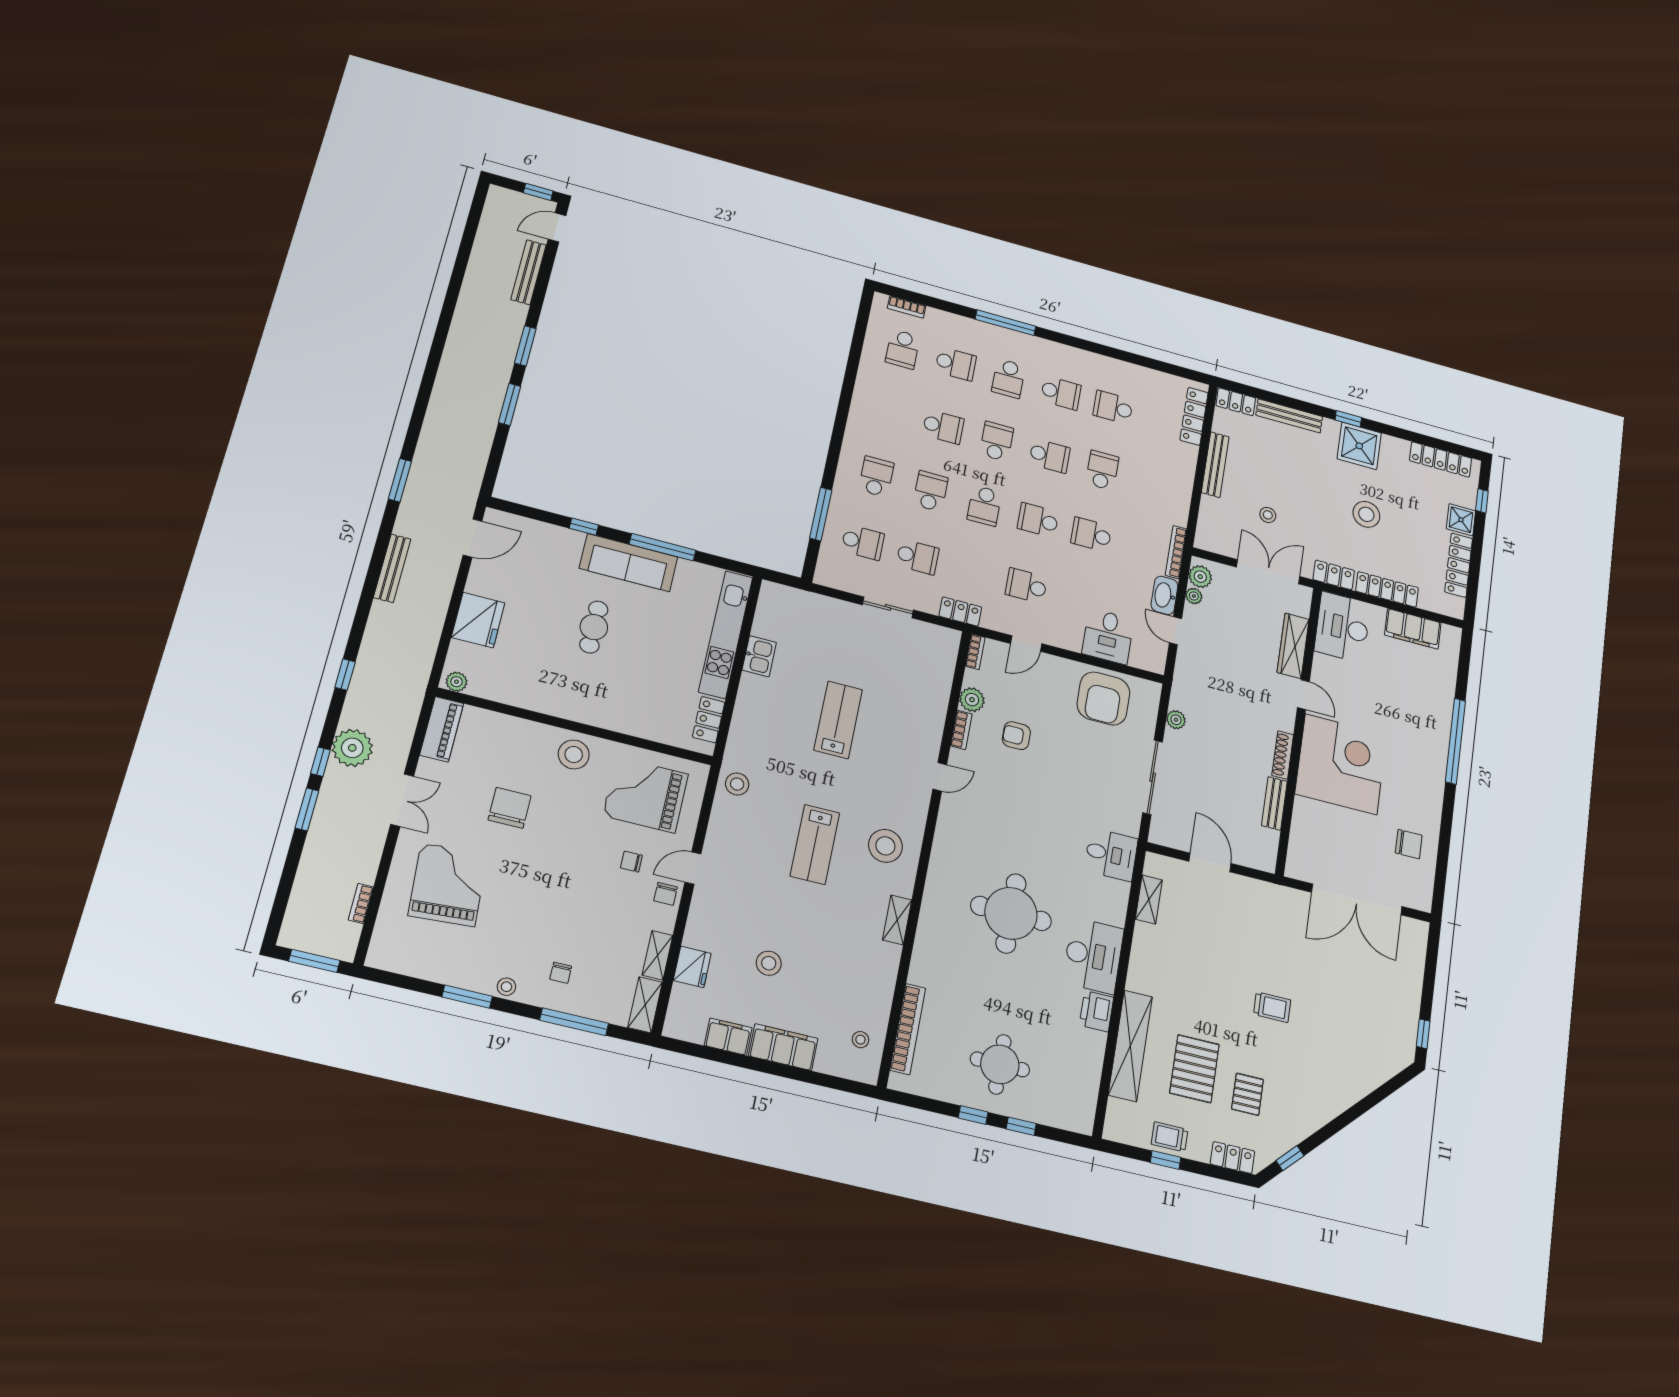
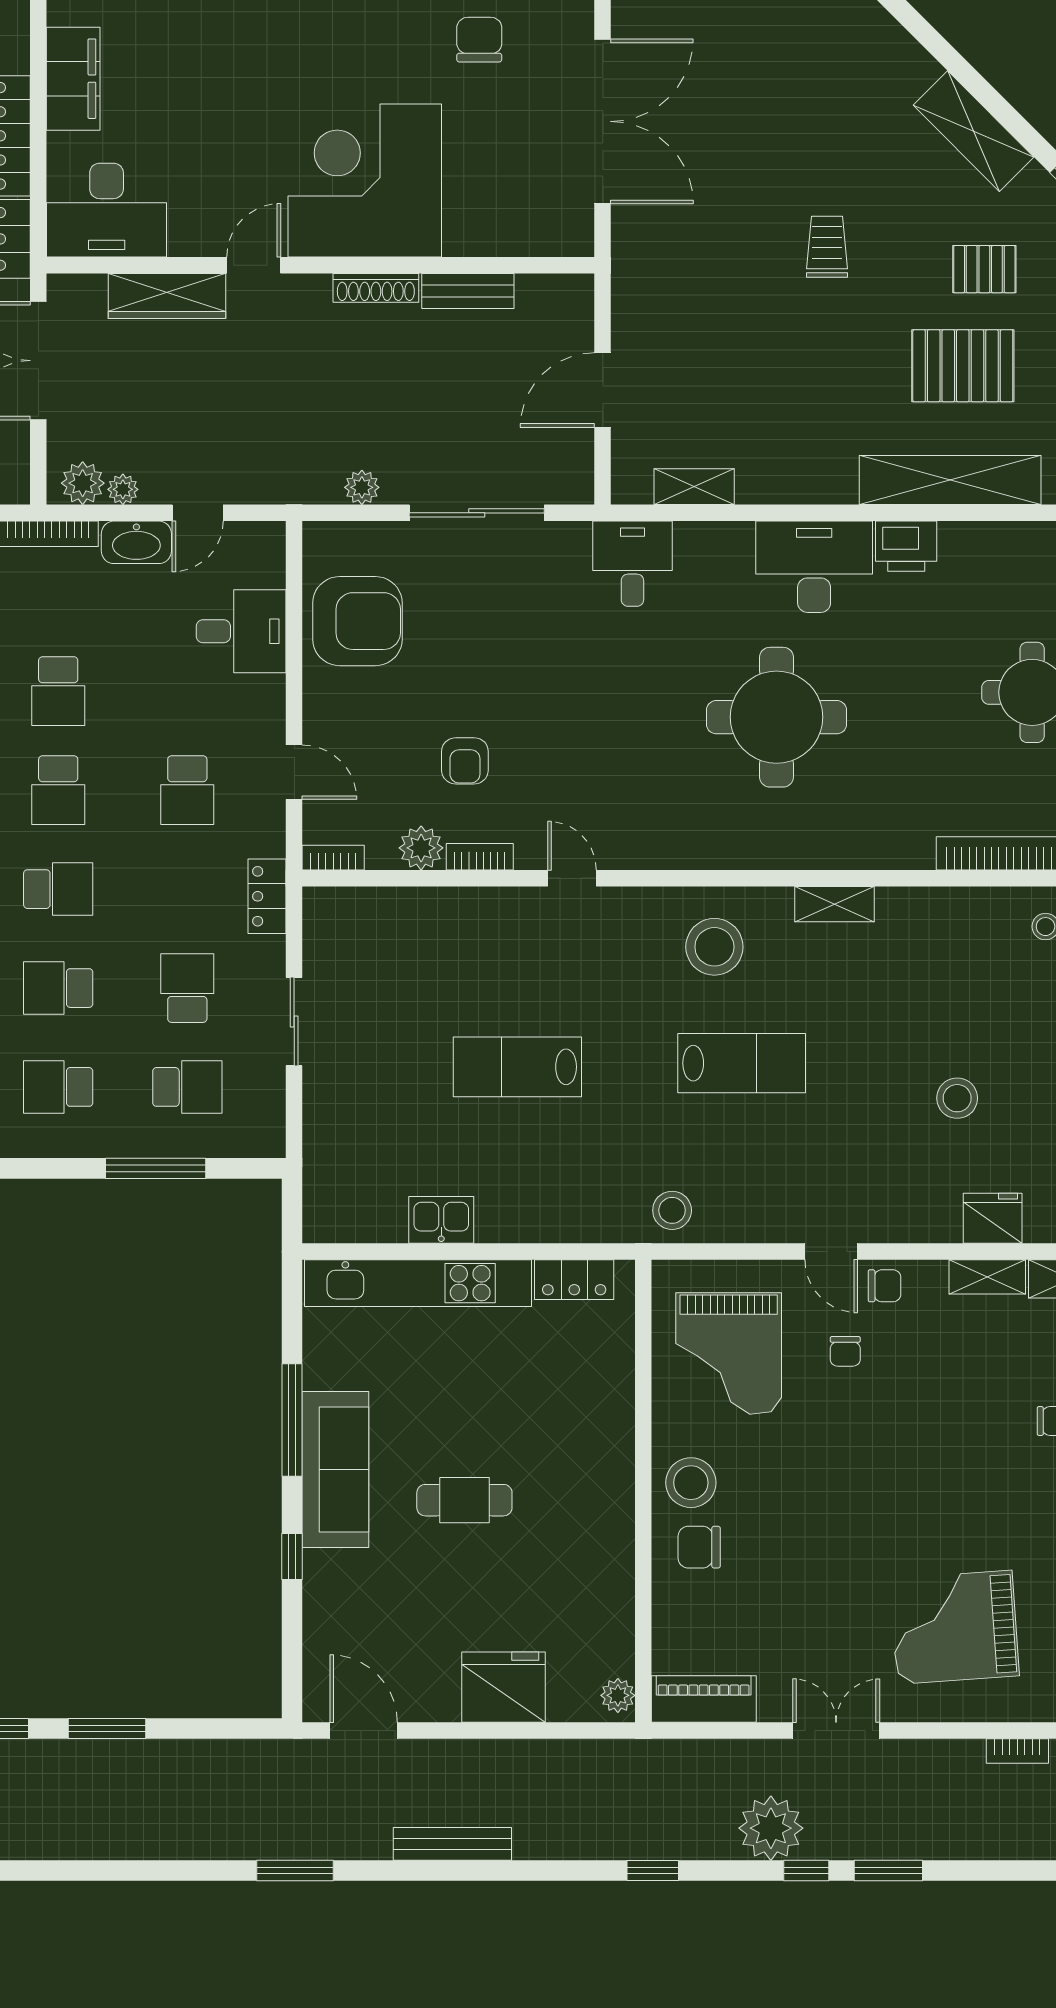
school desk: (863, 542) -> (187, 1087), turned 90
chair: (510, 808) -> (699, 1547), moved, width x0.73, depth x0.73
shelving: (1326, 1107) -> (974, 131), added

